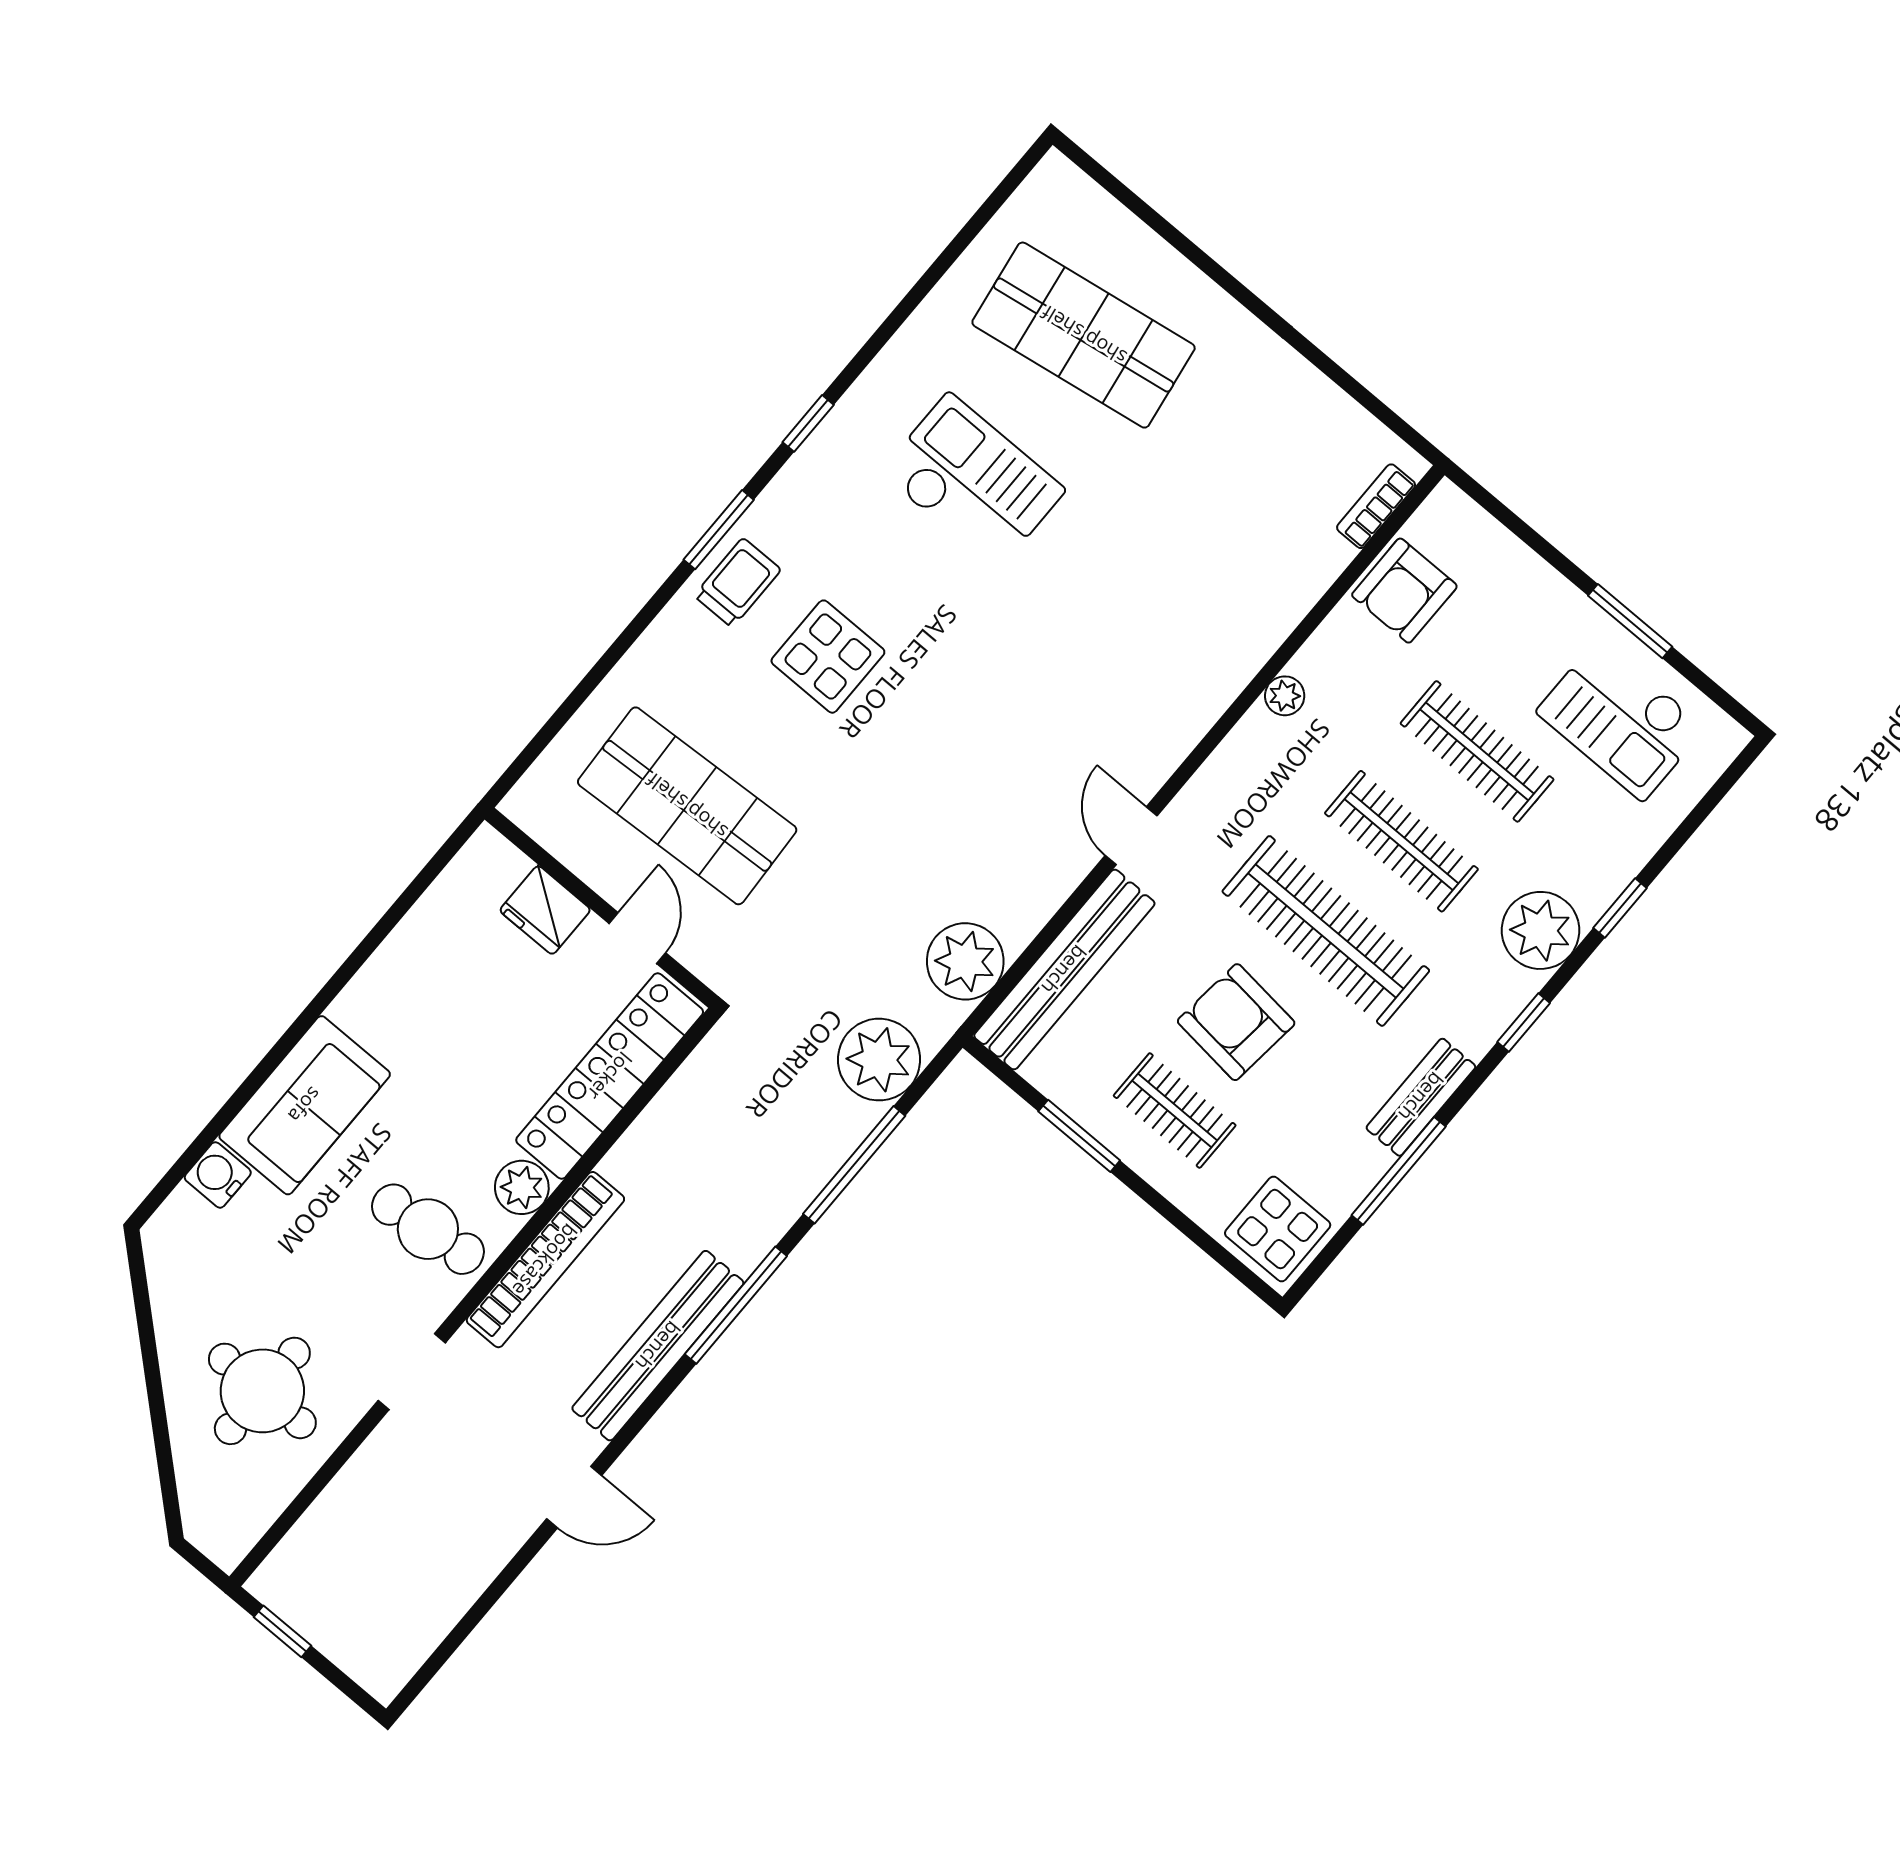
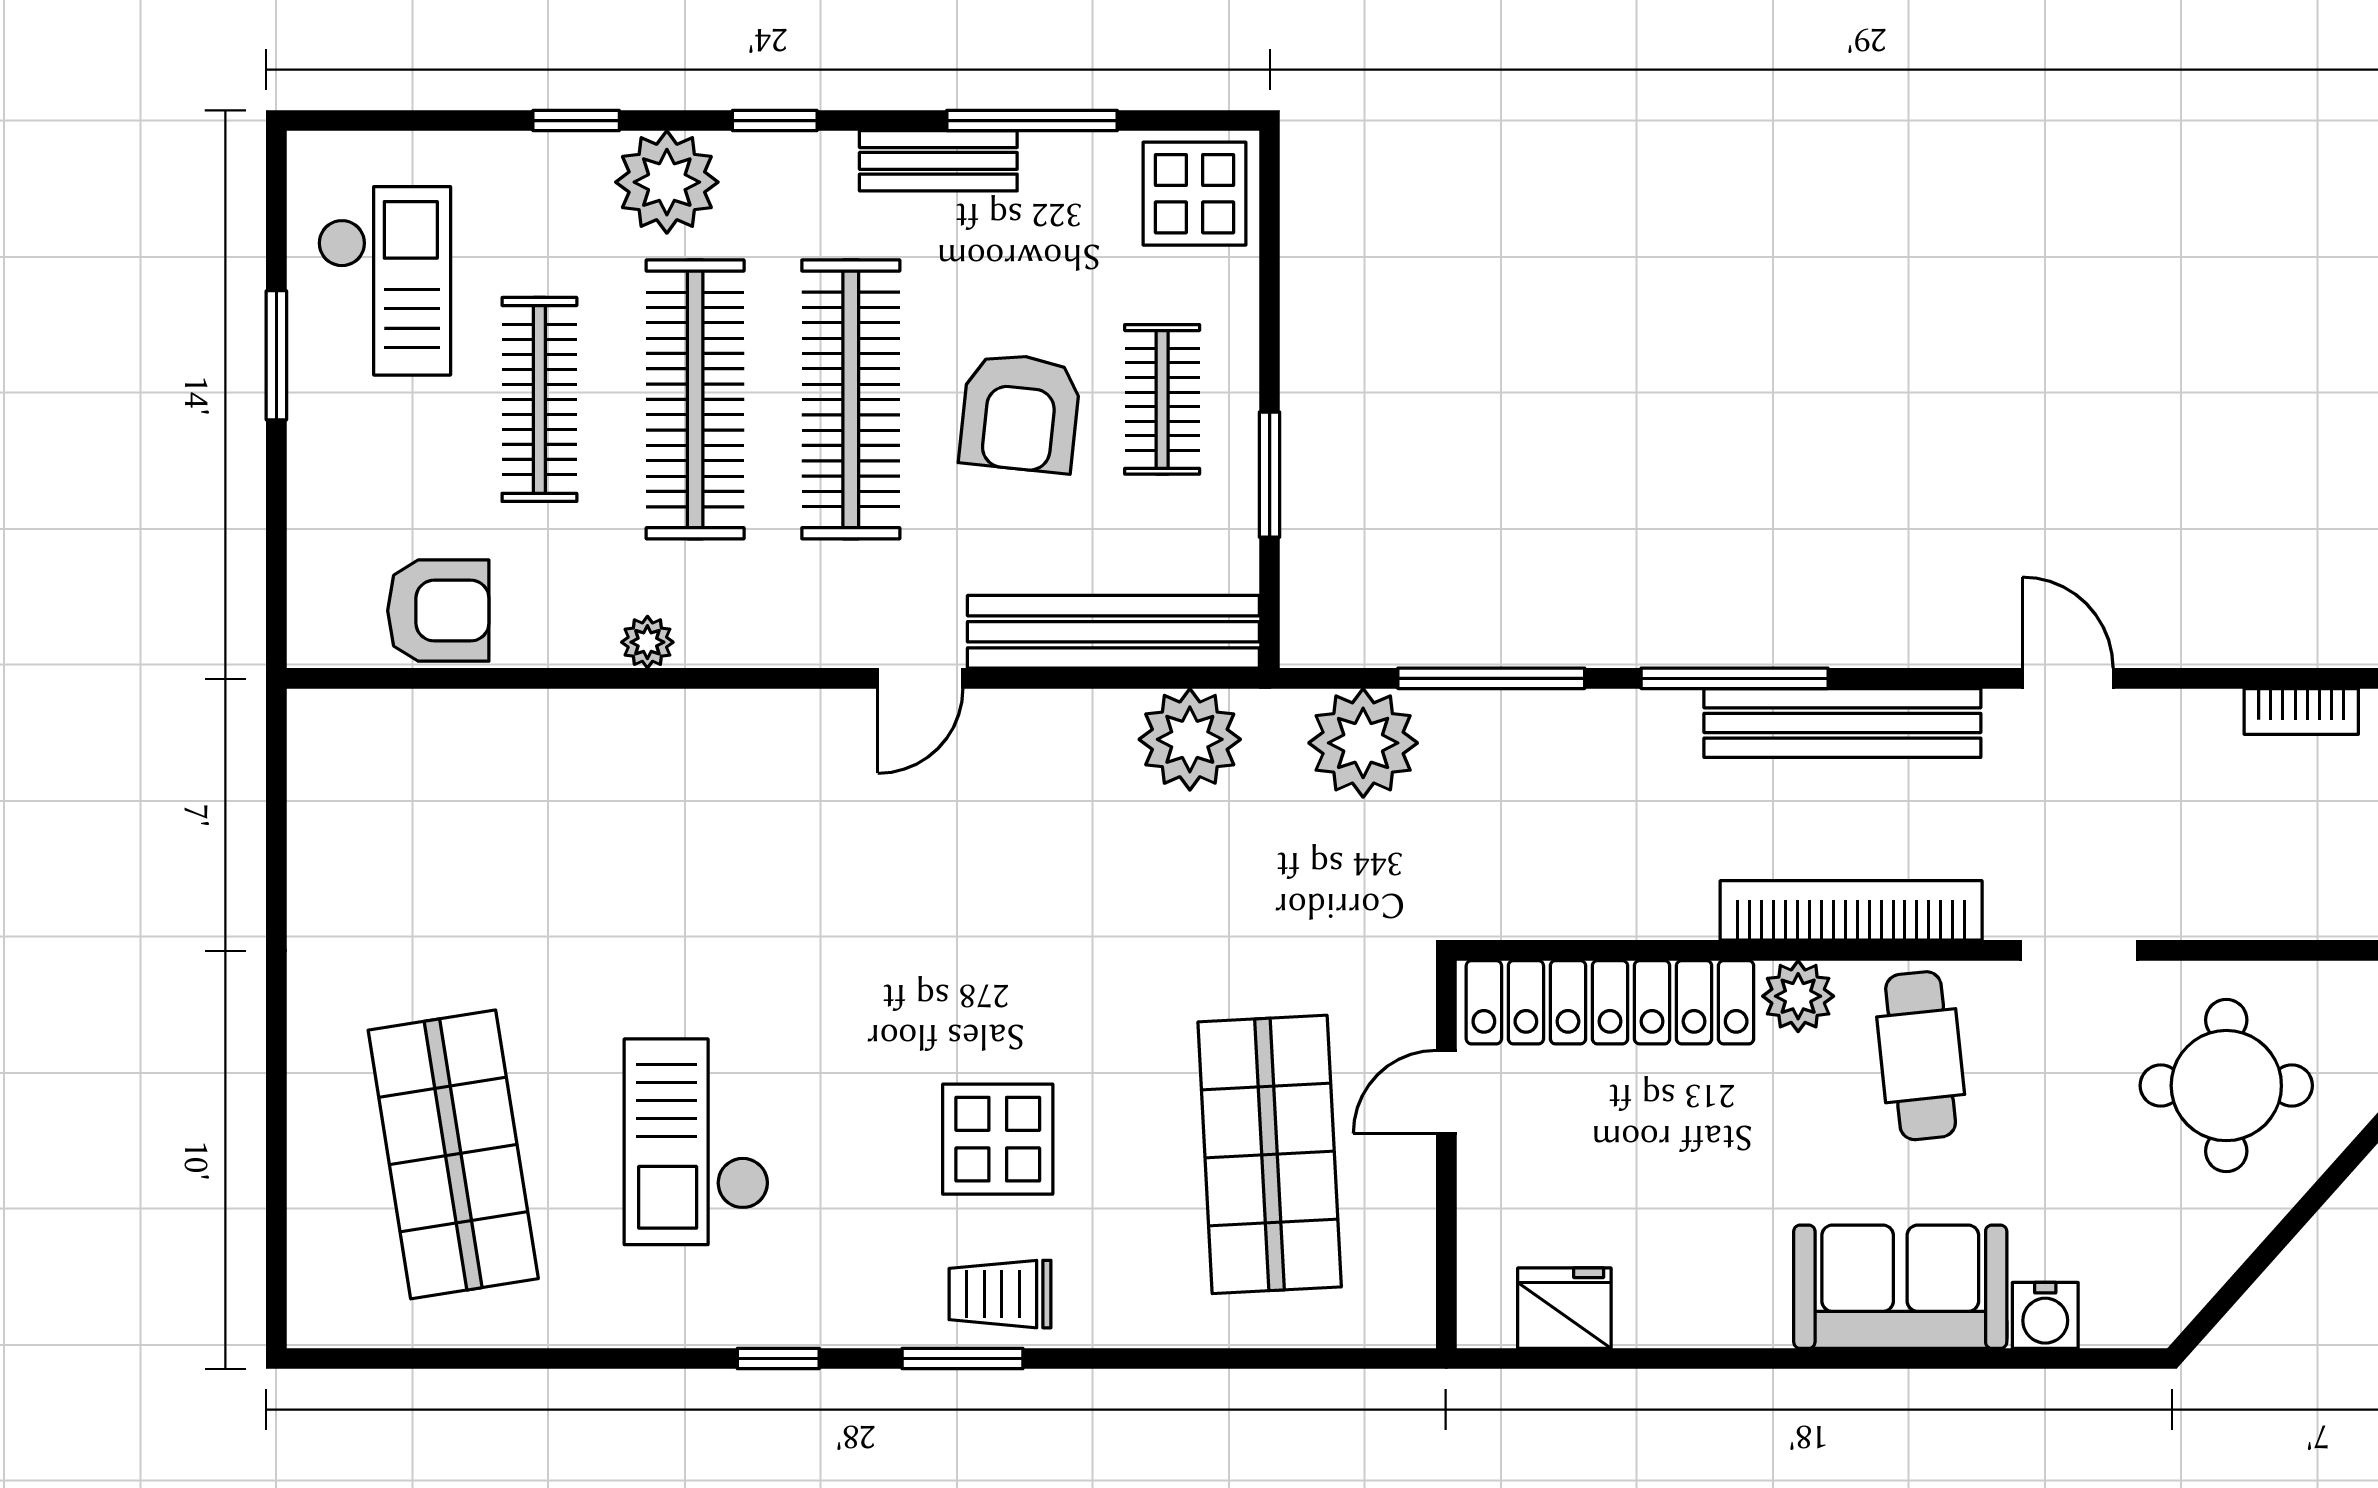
bookcase: (1376, 506) -> (2301, 711), moved
clothes rail: (1401, 841) -> (695, 399), width x1.37, depth x1.31
fridge: (545, 910) -> (1564, 1308), moved, turned -90

